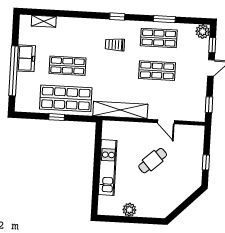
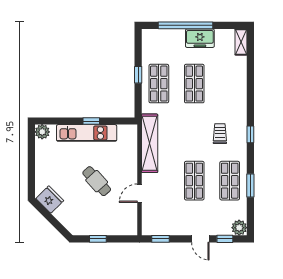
shelving: (44, 21) -> (241, 42), moved
shop shelf: (66, 98) -> (159, 84), width x0.70, depth x0.74
window: (97, 163) -> (91, 121), added
fridge: (167, 205) -> (50, 200), added
plant: (129, 210) -> (42, 132), moved

